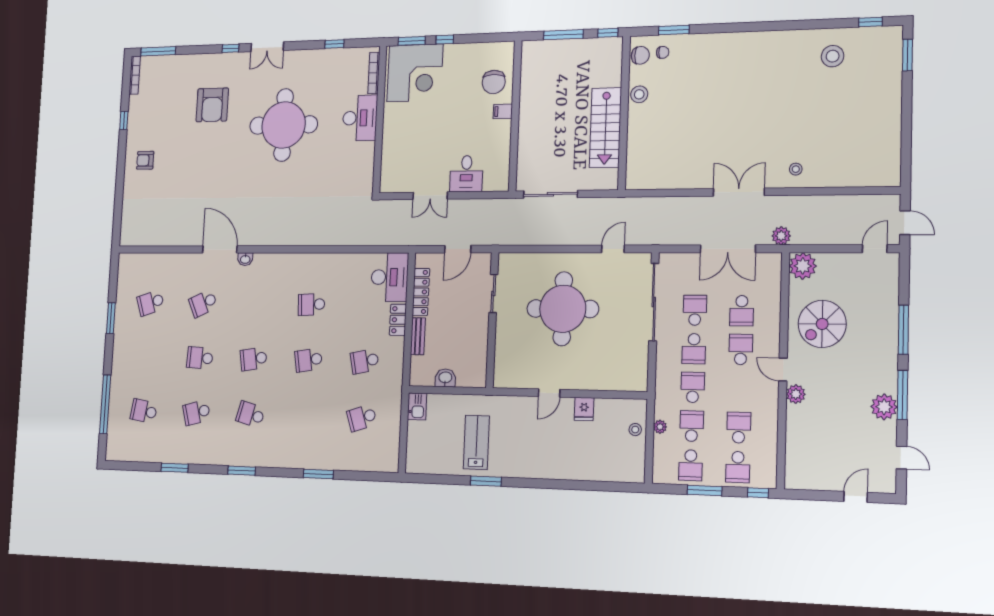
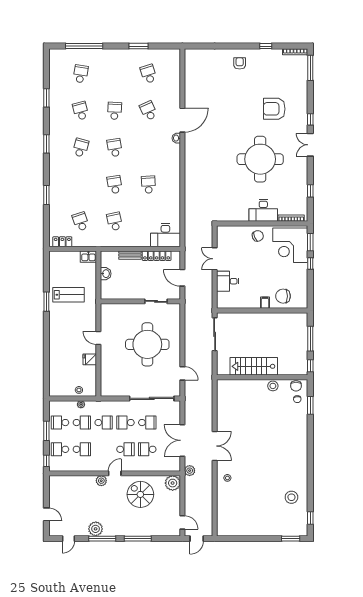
chair: (398, 126) -> (258, 236), added
locker: (398, 320) -> (62, 242), moved

